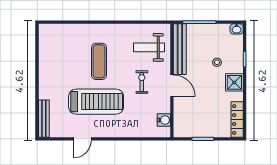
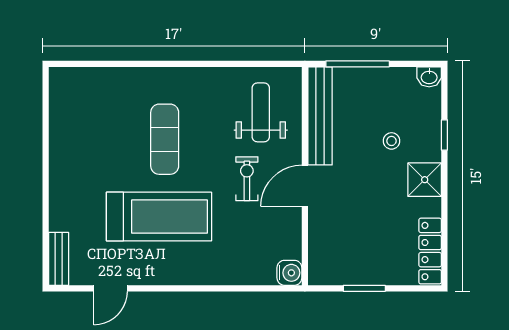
weight bench: (149, 47) -> (261, 112), turned 90
door: (172, 86) -> (305, 186), swing flipped
bench: (44, 119) -> (59, 259), width x0.73
water cooler: (164, 120) -> (289, 273), moved
door: (82, 139) -> (111, 288), moved

